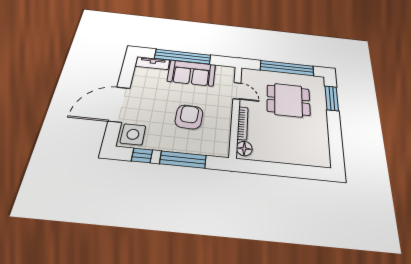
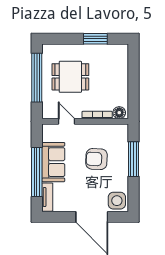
door: (237, 91) -> (67, 121), hinge flipped
window: (332, 98) -> (95, 39), moved
dining table: (288, 100) -> (70, 77), turned 90
window: (142, 155) -> (133, 190), removed

